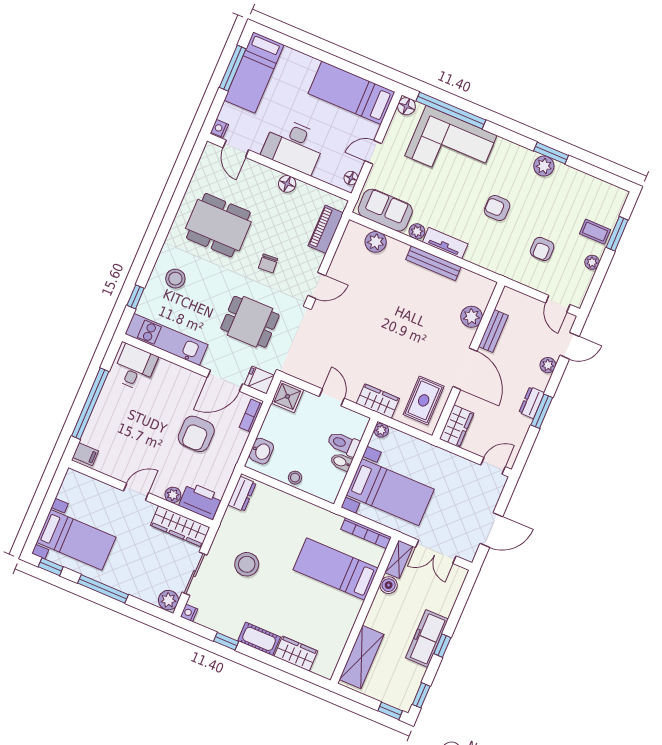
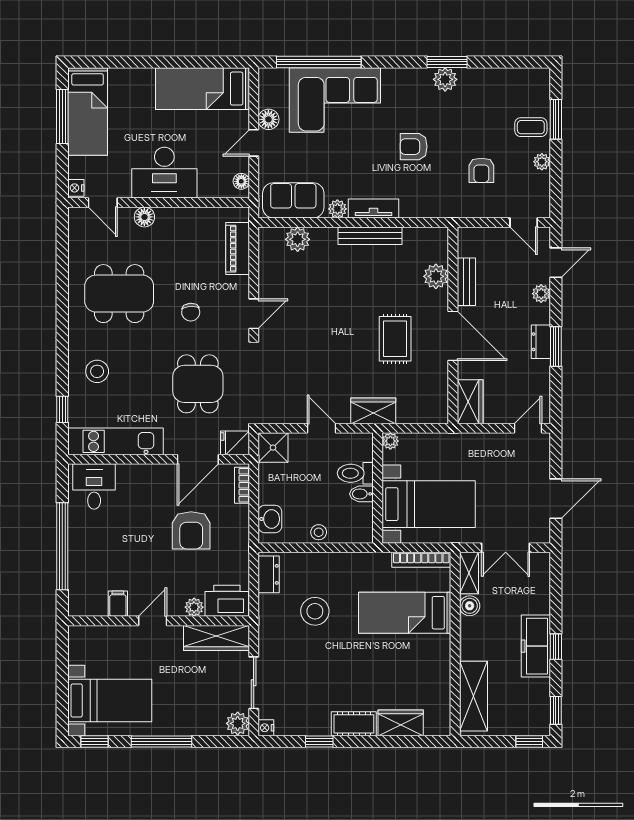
floor lamp: (406, 106) -> (268, 119), moved
floor lamp: (287, 184) -> (144, 217), moved
dining table: (250, 322) -> (198, 384), turned 90
rug: (424, 400) -> (395, 339), moved
filing cabinet: (86, 454) -> (118, 604), moved, turned -90
stool: (247, 564) -> (315, 611), moved

